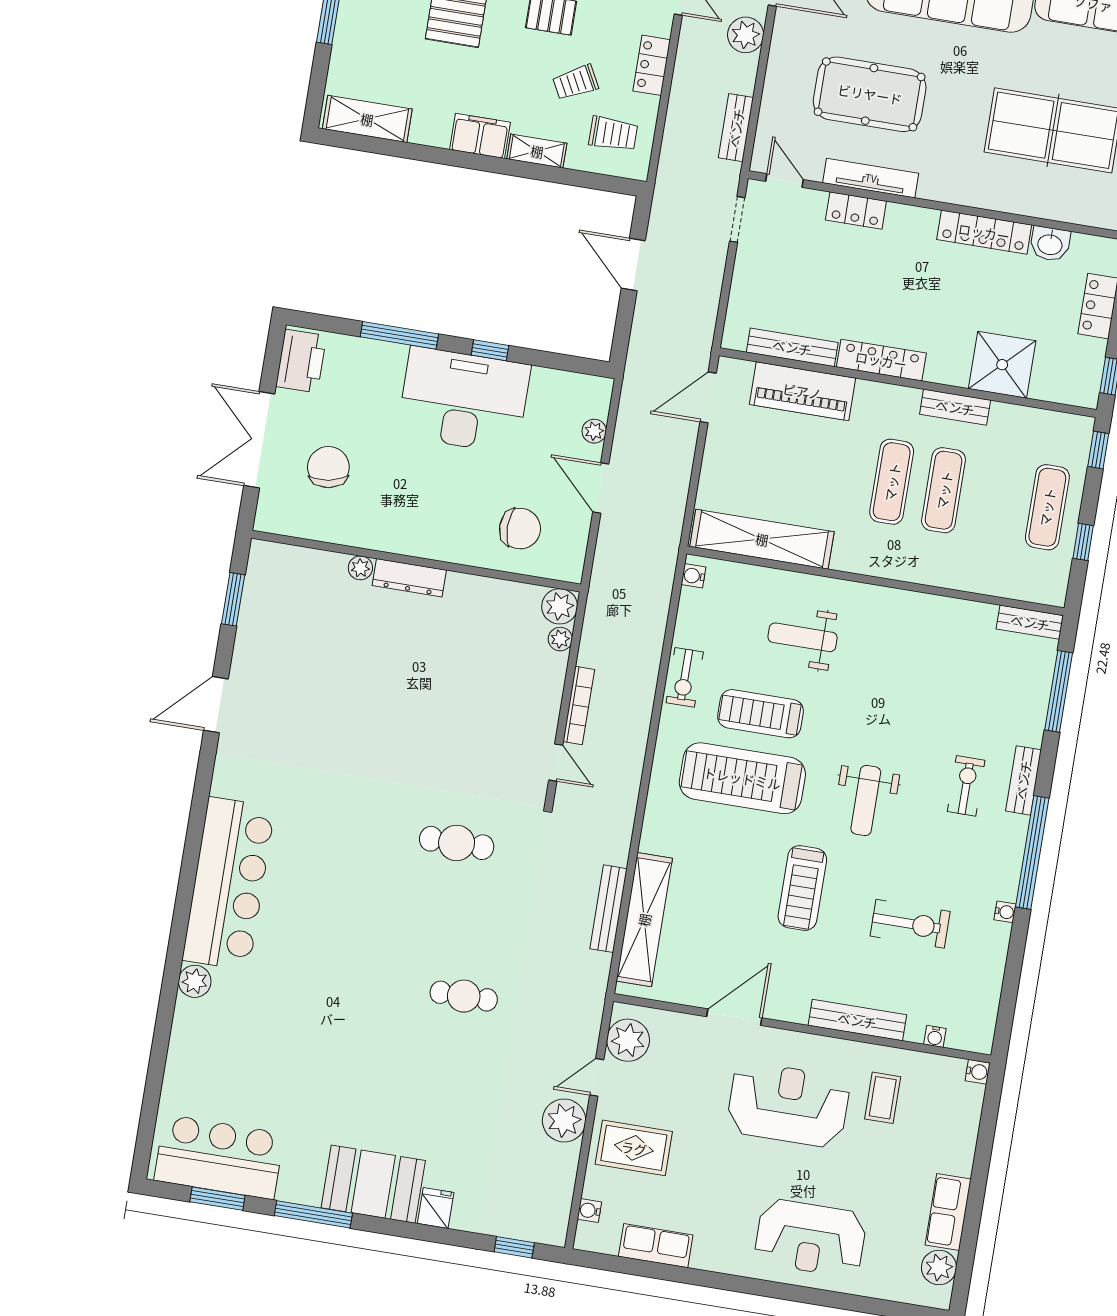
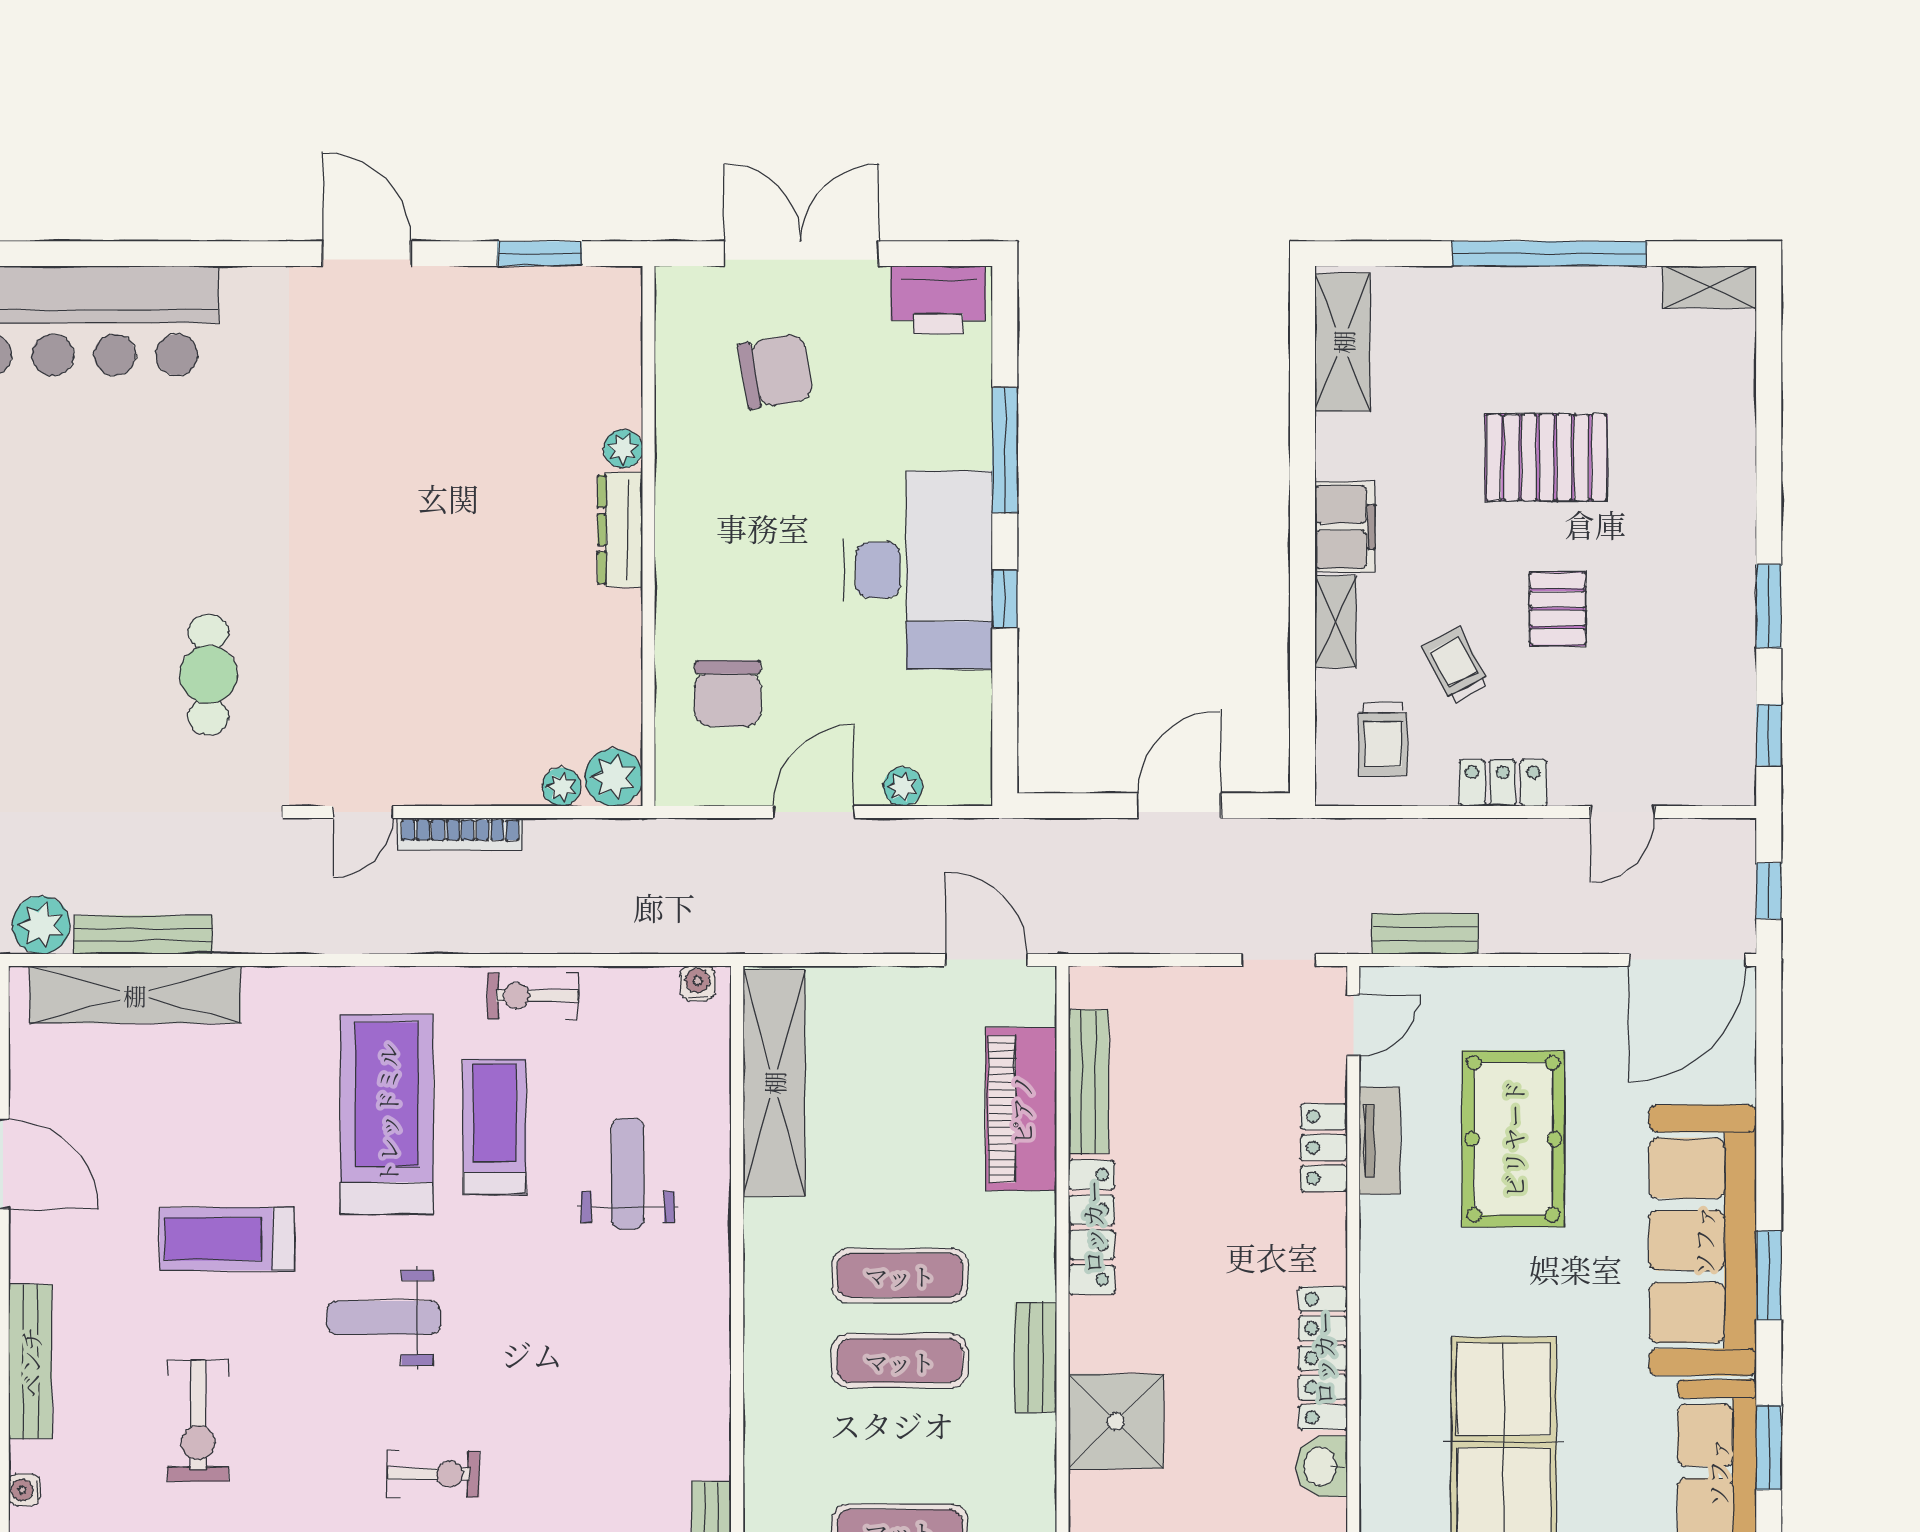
plant: (746, 35) -> (41, 925), moved
tv unit: (871, 178) -> (1380, 1141), width x0.71

